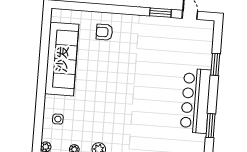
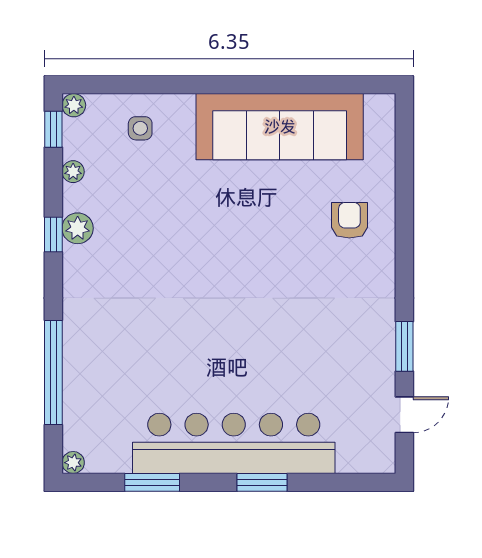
window: (215, 64) -> (262, 482), moved
bar counter: (196, 101) -> (234, 443), width x1.36

